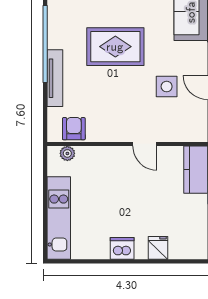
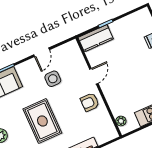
armchair: (74, 129) -> (90, 102), moved

